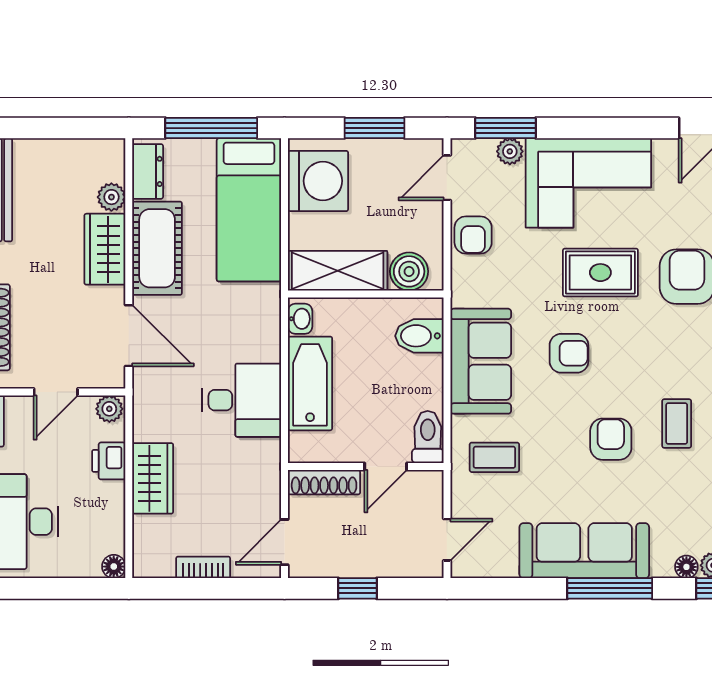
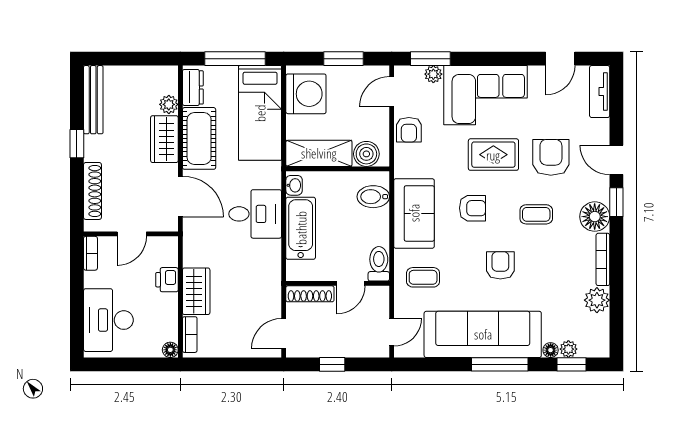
desk: (242, 400) -> (255, 214), moved
plant: (109, 409) -> (167, 245), removed
coffee table: (677, 423) -> (536, 214), moved, turned 90
sofa: (584, 551) -> (483, 334), width x1.36, depth x1.27
bookcase: (203, 567) -> (190, 335), moved, turned 90

